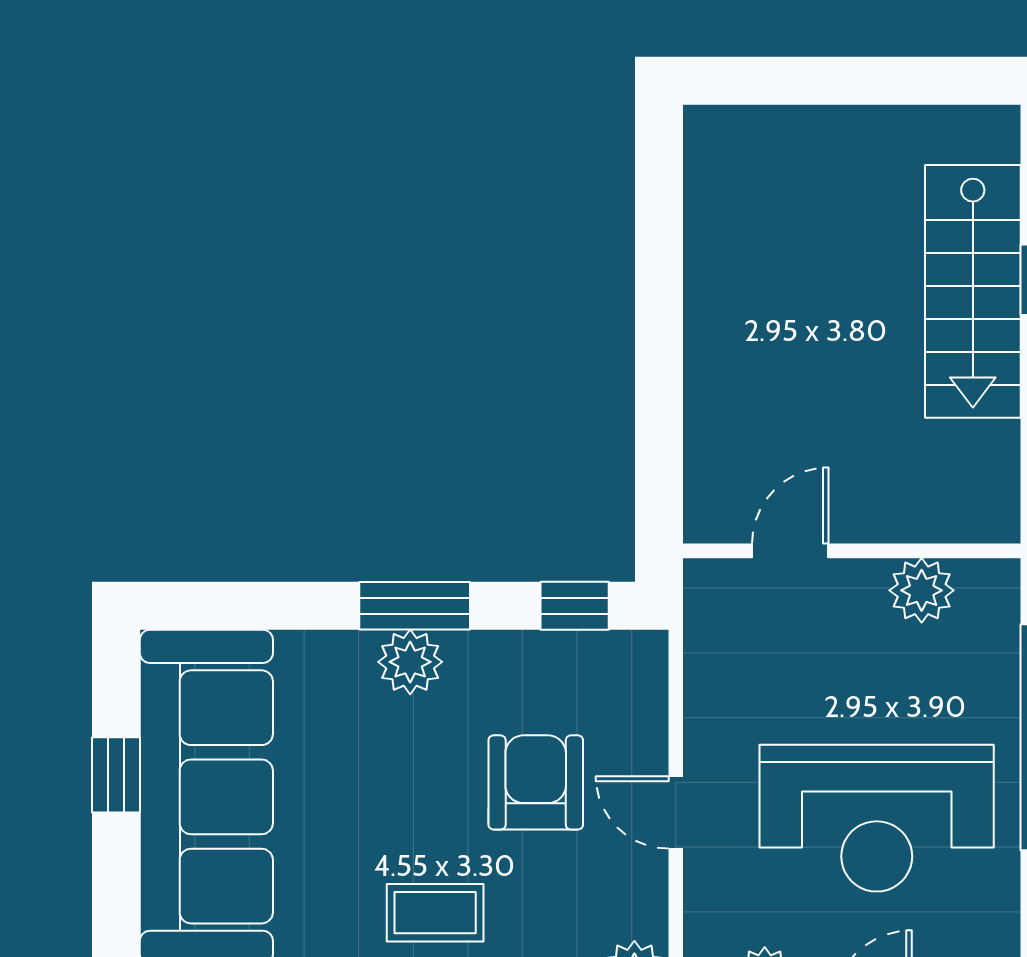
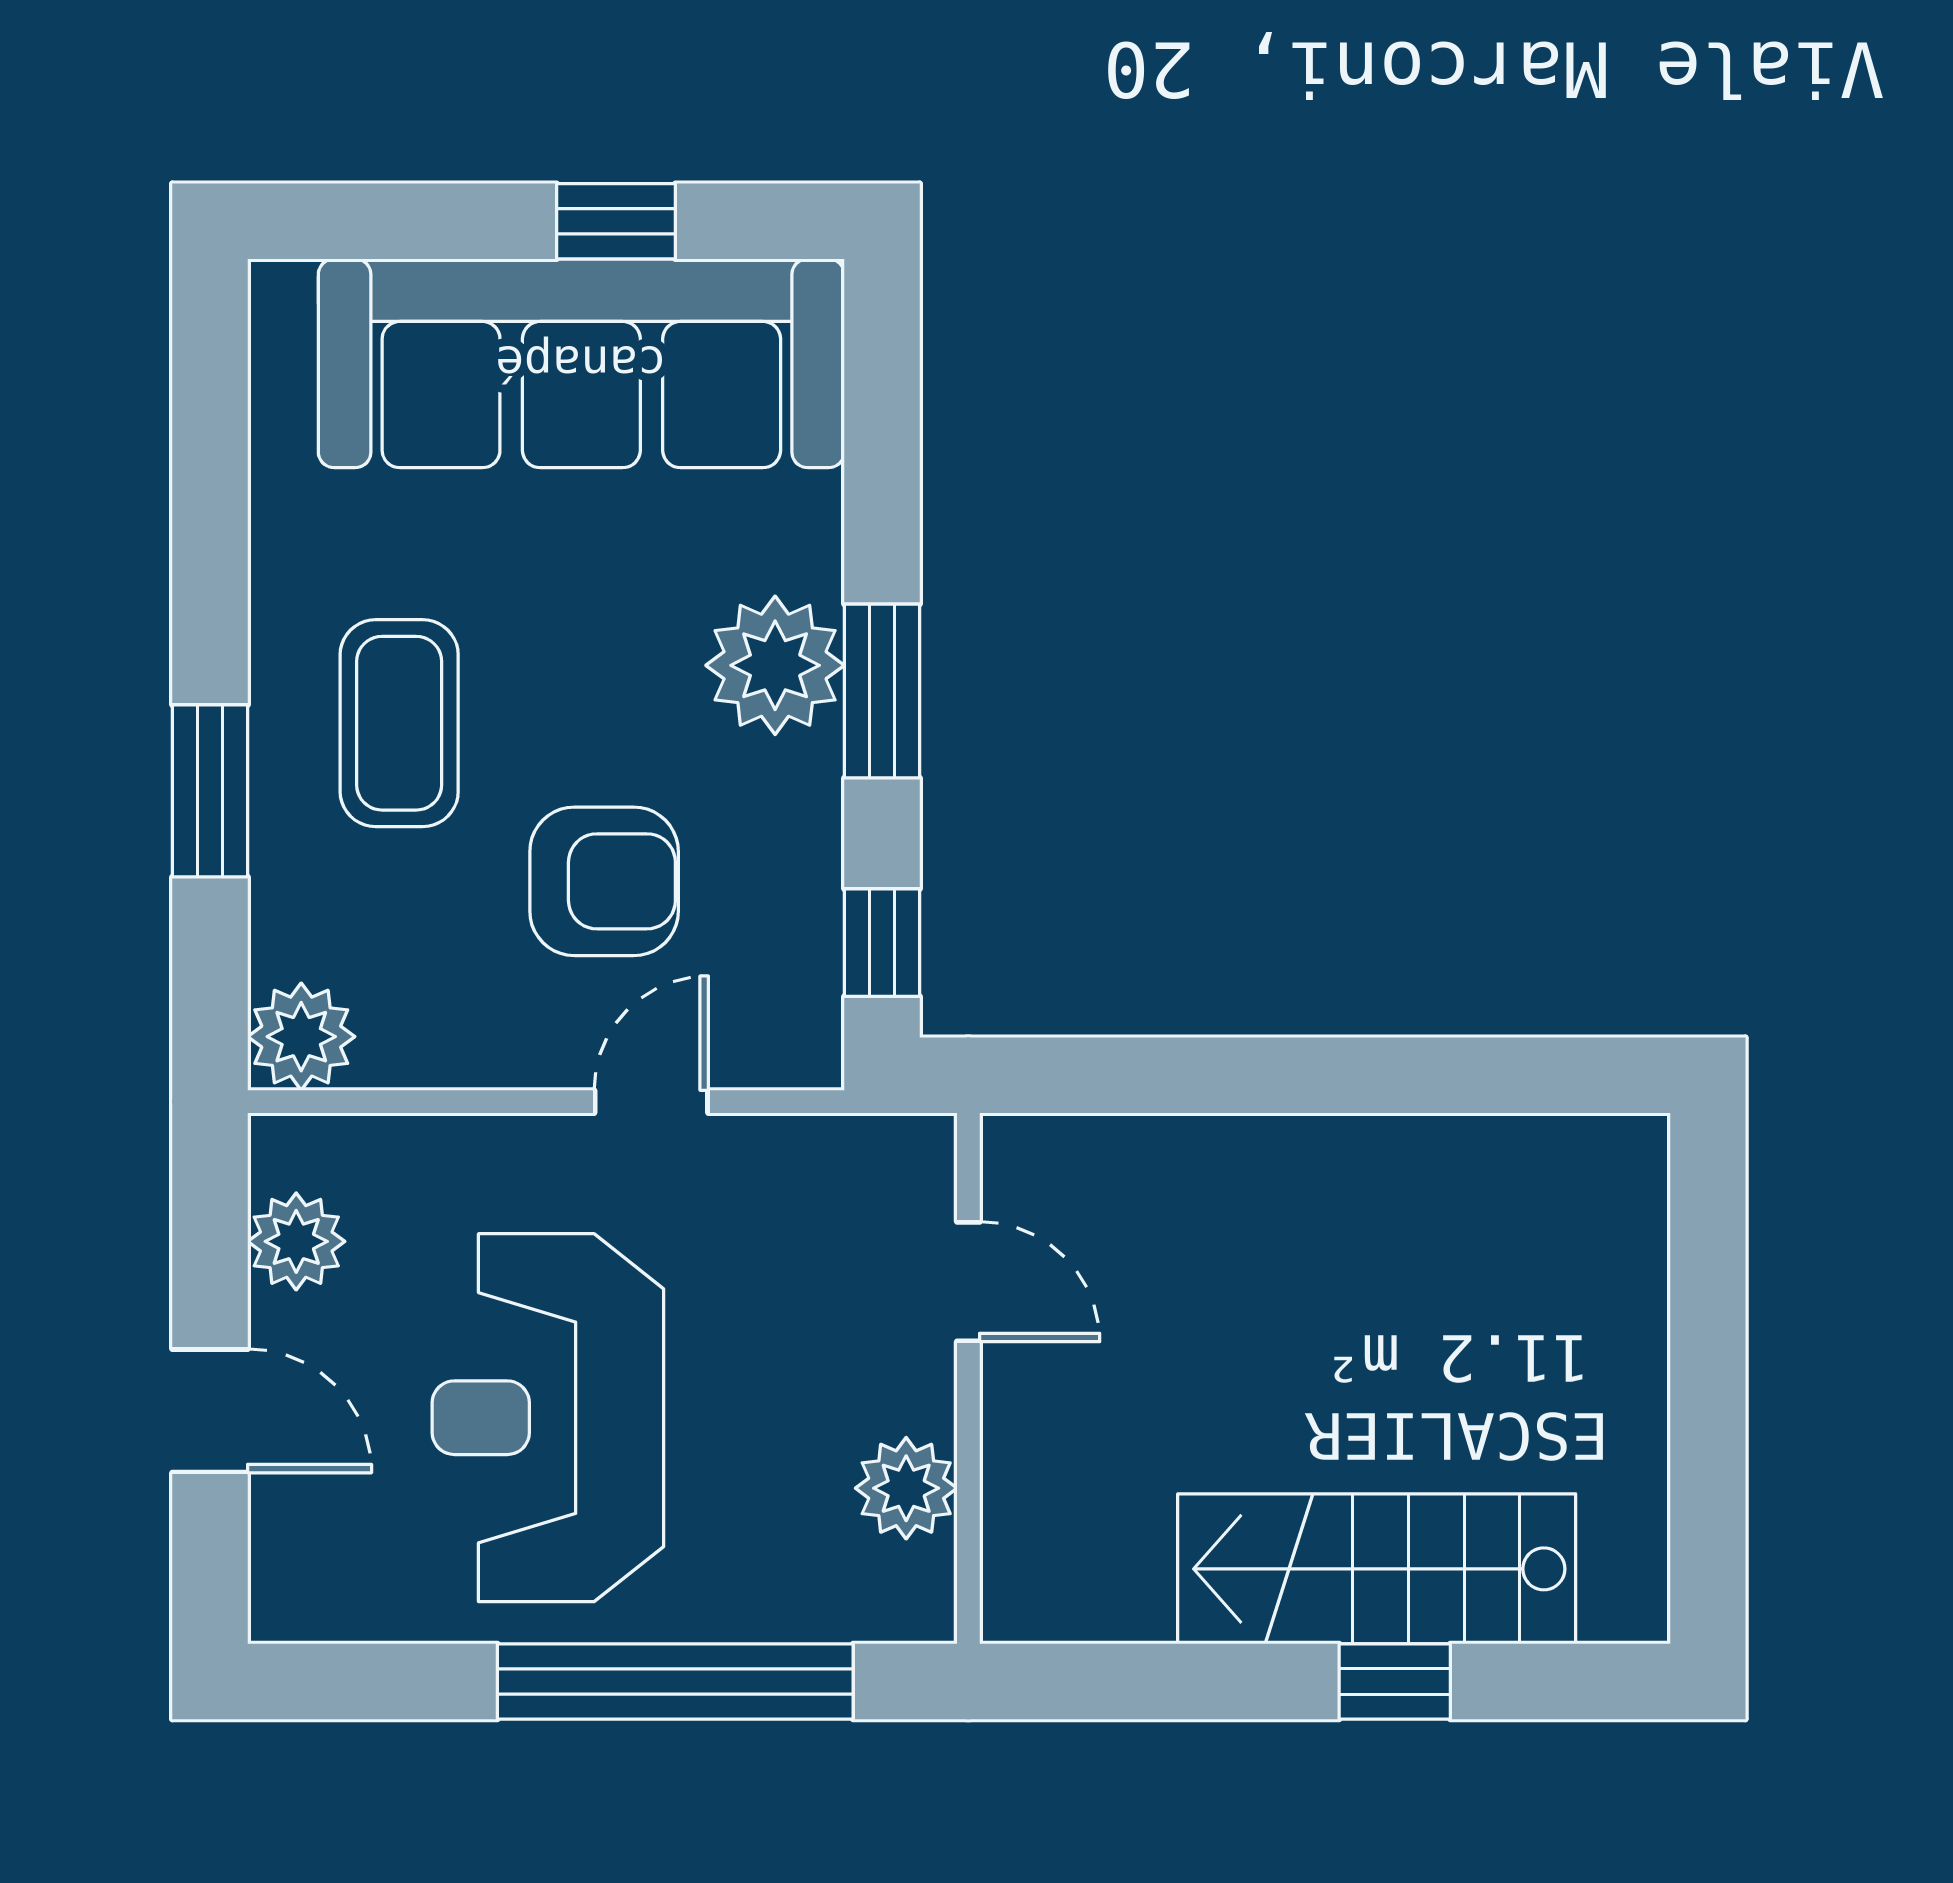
plant: (410, 662) -> (775, 665), width x1.36, depth x1.36
door: (676, 812) -> (651, 1102), moved
coffee table: (435, 913) -> (399, 723), width x1.36, depth x1.30

